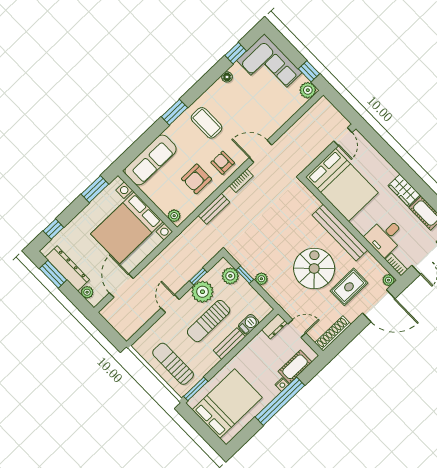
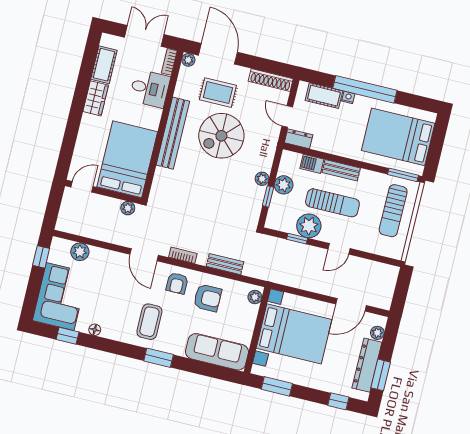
plant: (308, 90) -> (80, 252), moved
plant: (304, 161) -> (128, 208), added
plant: (230, 276) -> (284, 185), moved

